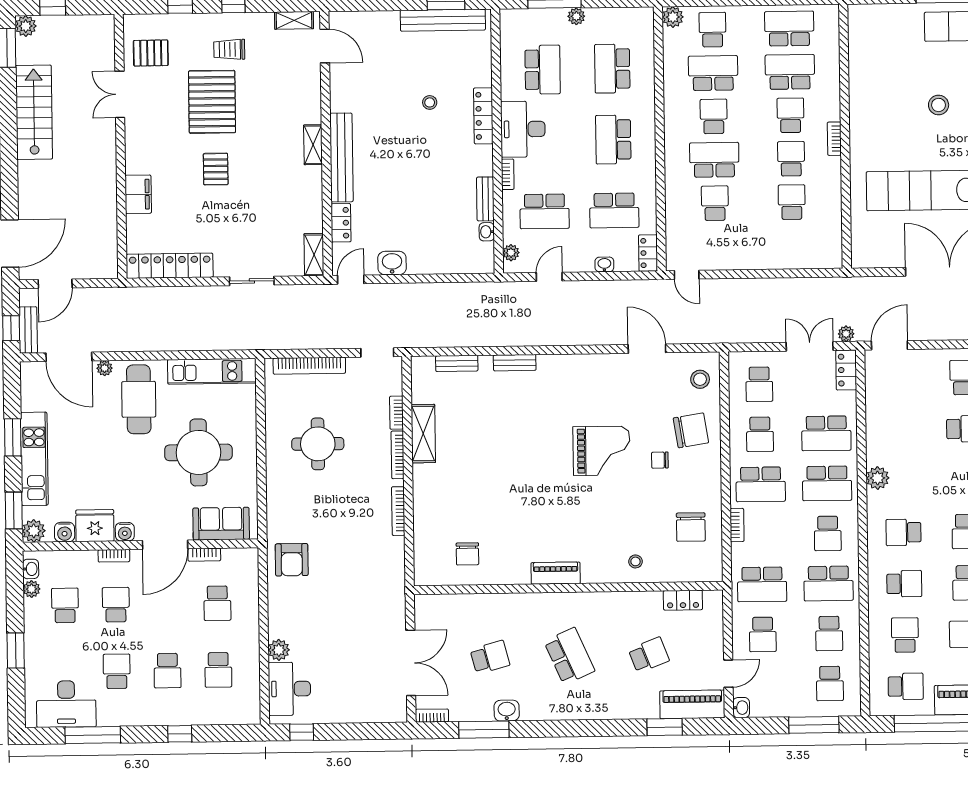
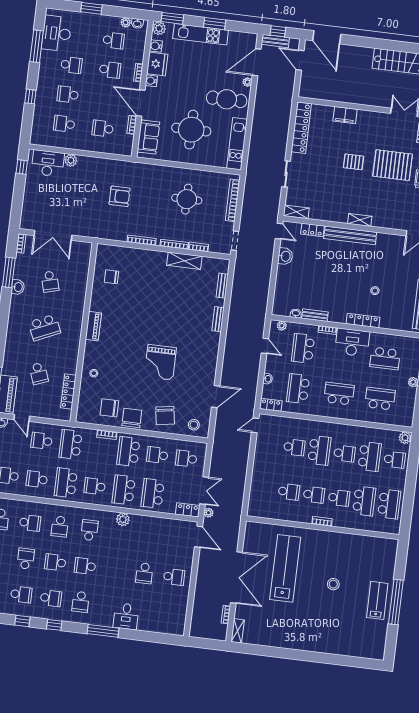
chair: (660, 460) -> (132, 418), moved, width x1.87, depth x1.87
armchair: (292, 560) -> (120, 196), moved, turned 180
locker: (683, 600) -> (68, 392), width x1.53

